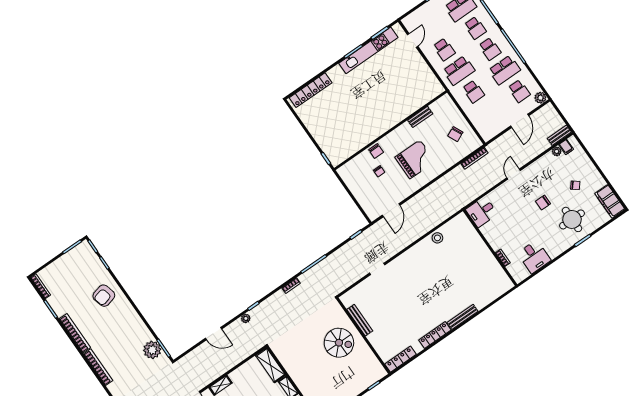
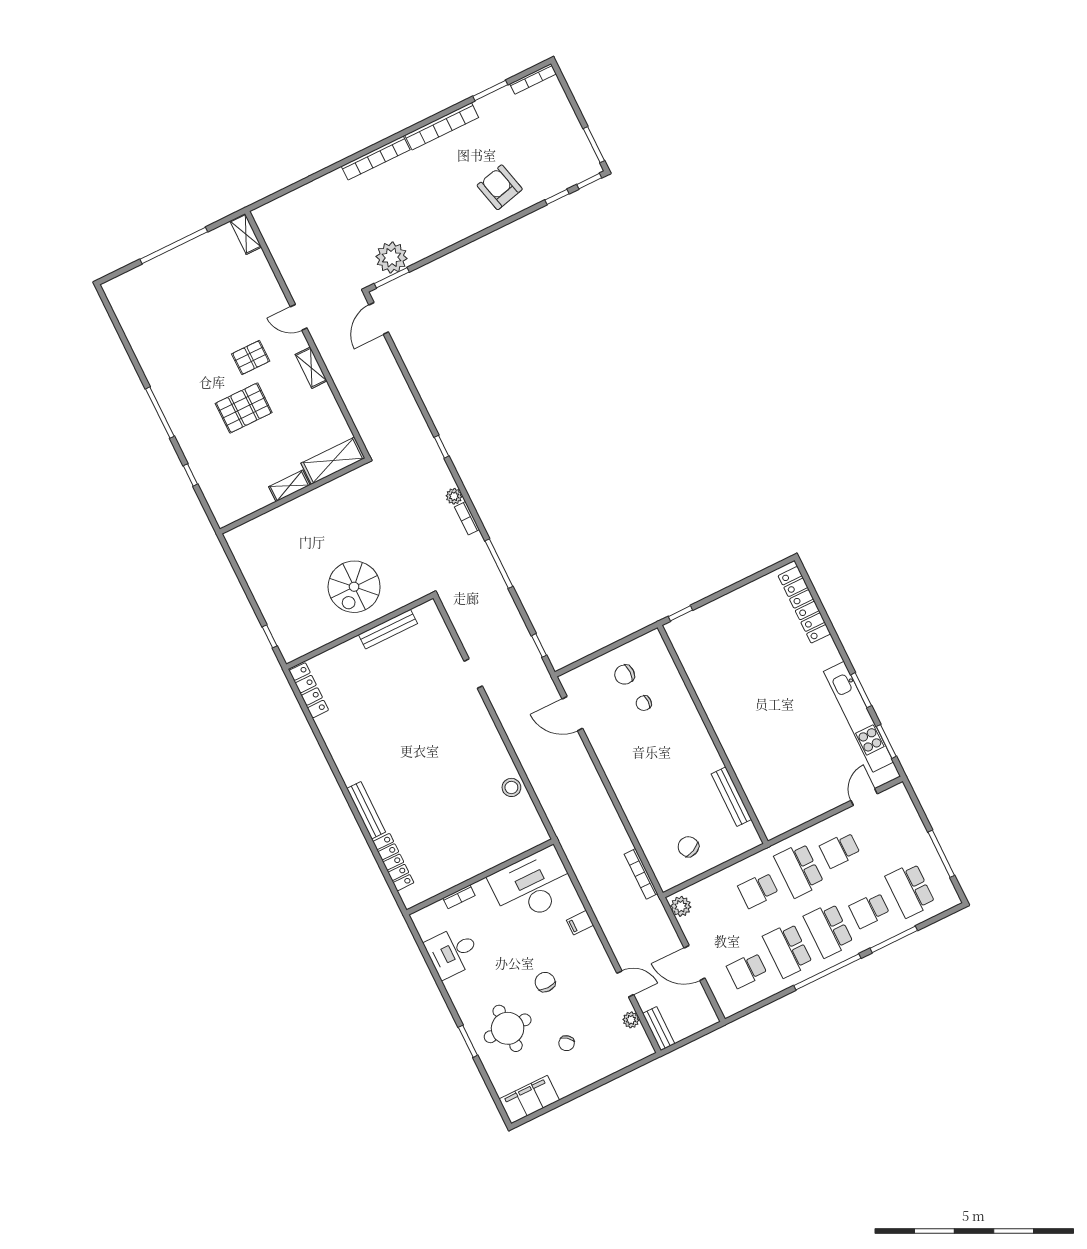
door: (413, 40) -> (864, 797), swing flipped
school desk: (490, 49) -> (829, 930), width x1.85
plant: (540, 98) -> (681, 906), moved
bench: (420, 117) -> (731, 797), width x1.36
filing cabinet: (566, 147) -> (580, 923), moved
chair: (376, 151) -> (625, 675), moved
grand piano: (415, 159) -> (655, 769), removed
door: (514, 174) -> (625, 984), moved
desk: (482, 212) -> (532, 886), width x1.87, depth x1.30
plant: (246, 318) -> (454, 496), moved
door: (213, 334) -> (379, 318), moved
locker: (435, 335) -> (393, 862), moved

